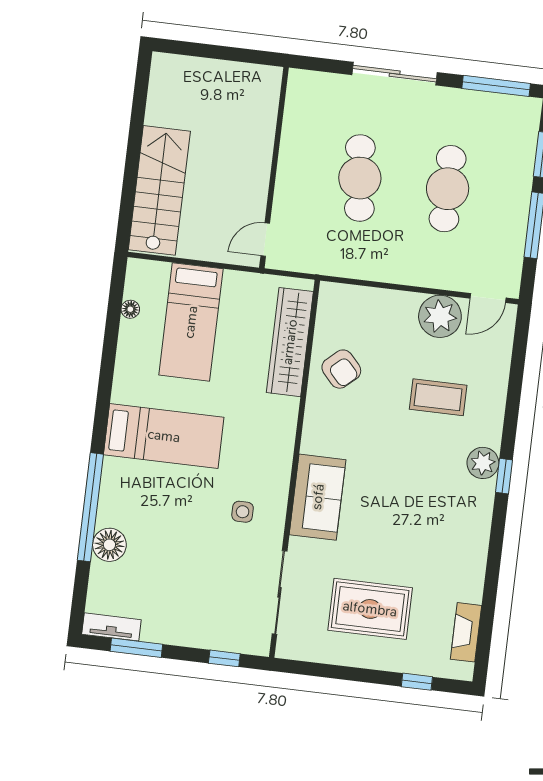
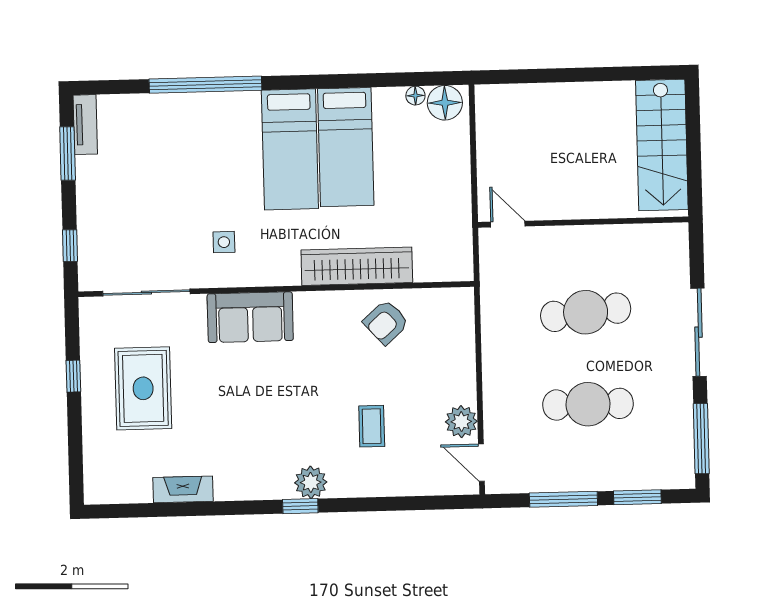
stairs: (159, 190) -> (662, 145), moved, turned 90
plant: (440, 316) -> (461, 422), width x0.73, depth x0.73
bed: (191, 322) -> (346, 147), moved, turned -90
wardrobe: (290, 342) -> (357, 266), moved
coffee table: (438, 397) -> (372, 426), width x0.73, depth x0.77
floor lamp: (109, 545) -> (445, 103), moved
fireplace: (466, 632) -> (183, 489), moved
window: (417, 682) -> (73, 376), moved

